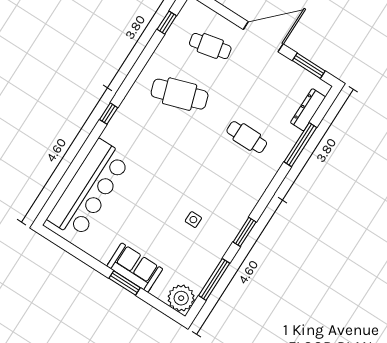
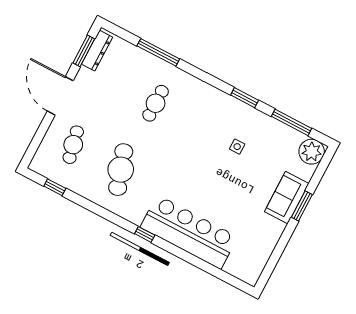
dresser: (308, 110) -> (97, 51), moved, turned -90
bar counter: (89, 189) -> (189, 232), moved

